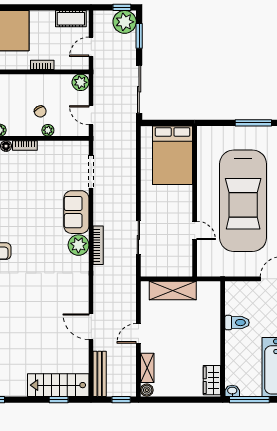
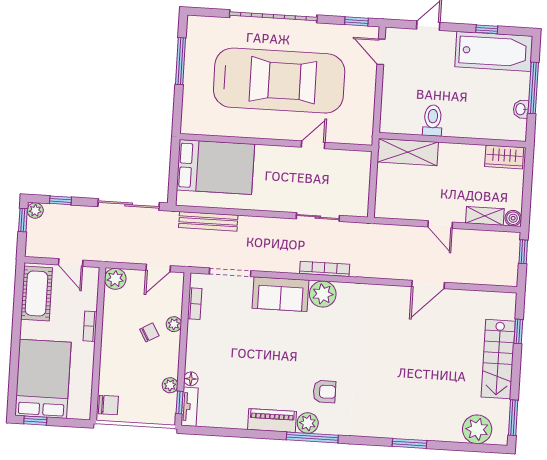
cot: (71, 19) -> (36, 293), width x1.37, depth x1.34
plant: (125, 22) -> (35, 210), width x0.53, depth x0.53
window: (139, 36) -> (60, 200), width x0.67
bookcase: (25, 146) -> (195, 304), moved
shelving: (173, 291) -> (408, 152), moved, turned 90
toilet: (237, 323) -> (433, 120), moved
wall: (223, 339) -> (452, 140), moved
bench: (100, 374) -> (208, 221), moved
wardrobe: (212, 380) -> (504, 157), moved
stairs: (58, 385) -> (498, 359), moved

